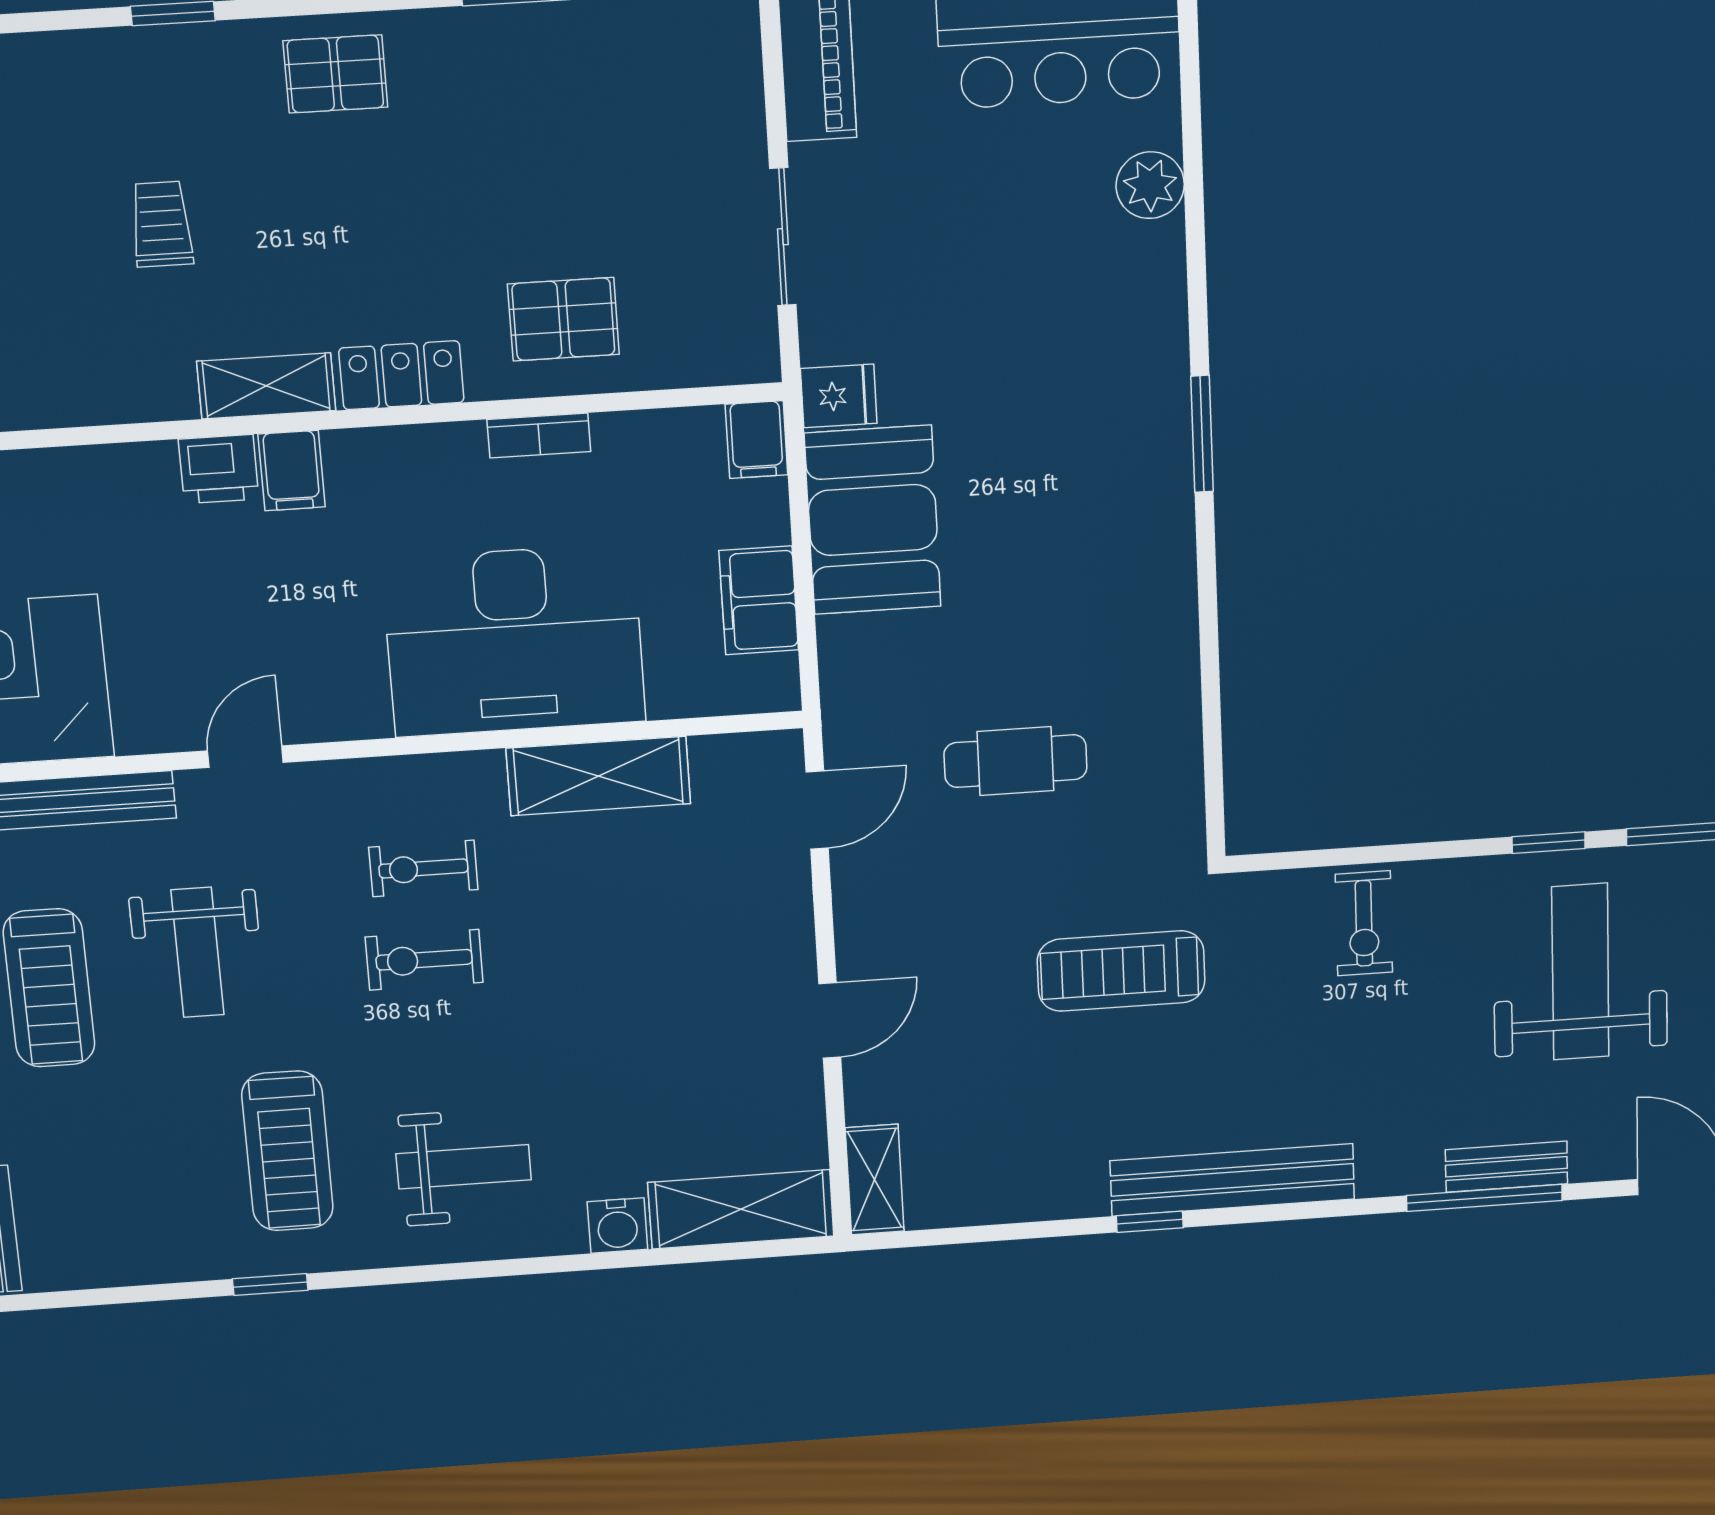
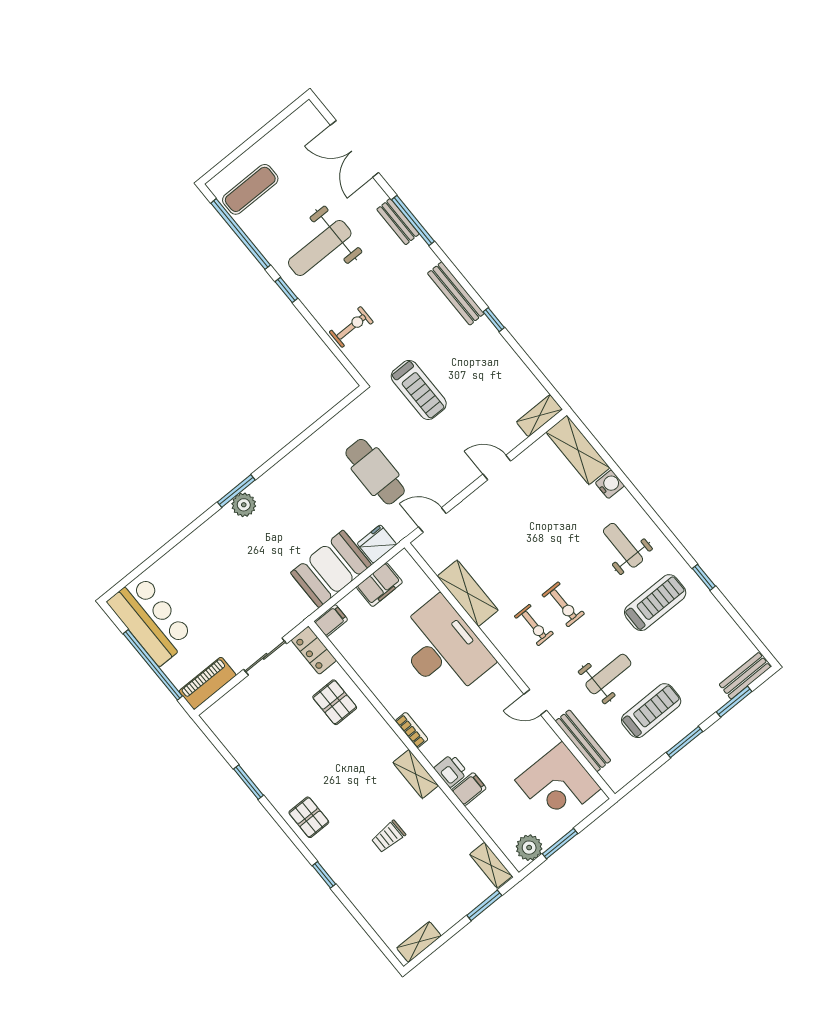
plant: (1150, 185) -> (244, 505), moved
locker: (401, 375) -> (314, 650), moved
fridge: (839, 396) -> (377, 544), moved, width x1.38
bookcase: (539, 435) -> (412, 730), moved
filing cabinet: (292, 471) -> (469, 789), moved
cafe table: (1015, 761) -> (375, 472), width x1.37, depth x1.35
bench: (1232, 1180) -> (456, 293), width x0.73, depth x0.82

